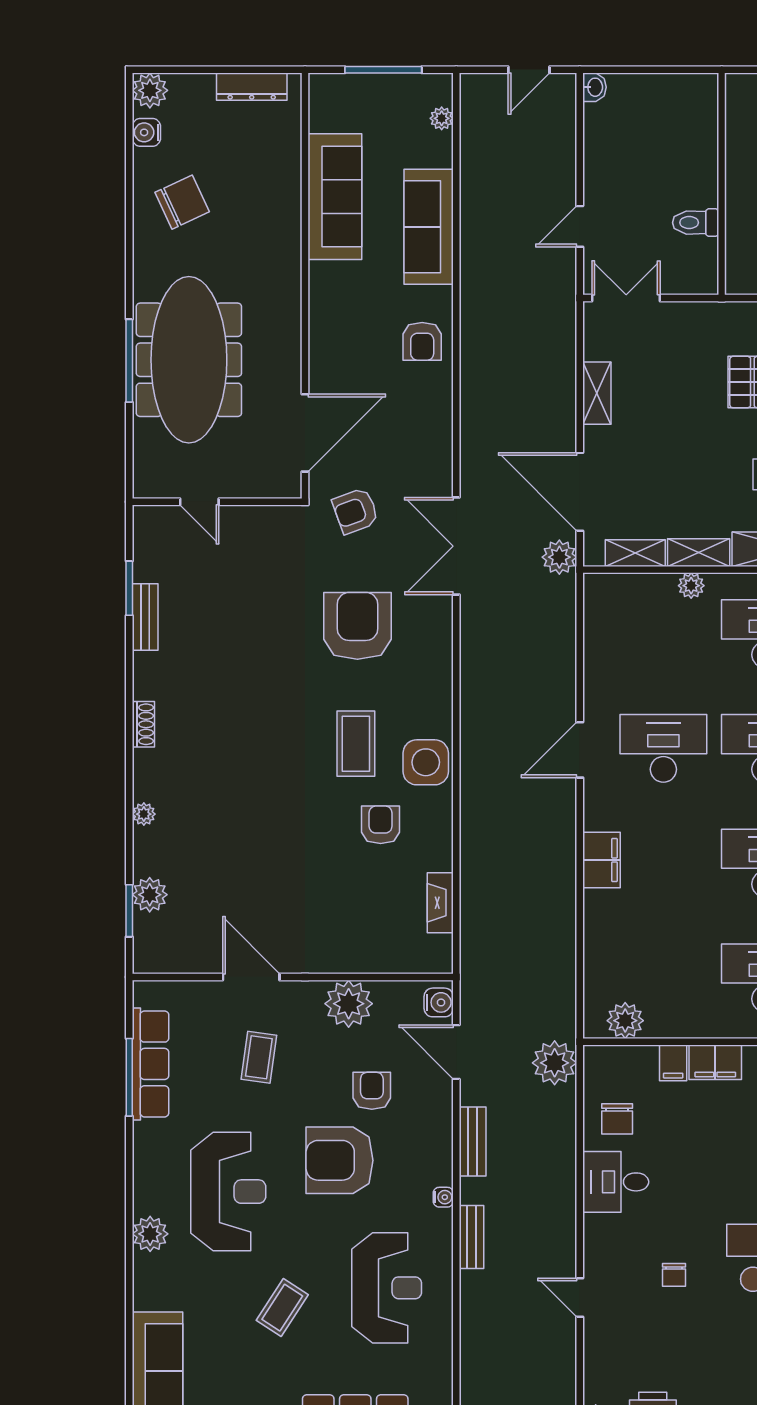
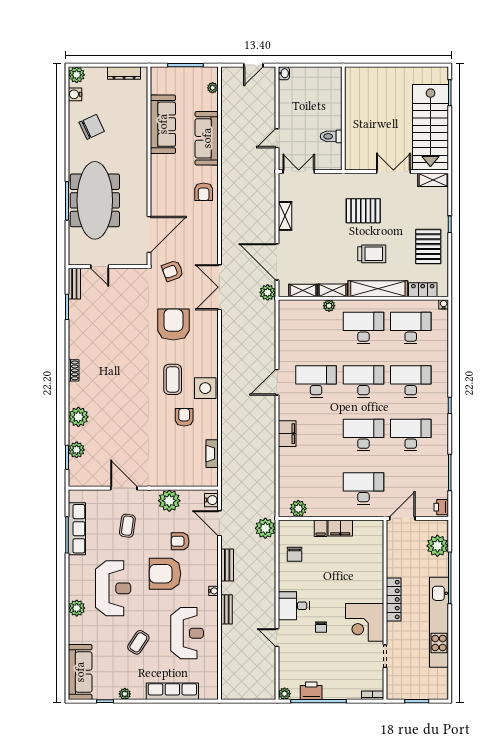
bench: (145, 617) -> (74, 284), moved
plant: (144, 814) -> (78, 417), width x1.88, depth x1.88
armchair: (372, 1091) -> (180, 541), turned -90
desk: (616, 1182) -> (294, 606), moved

